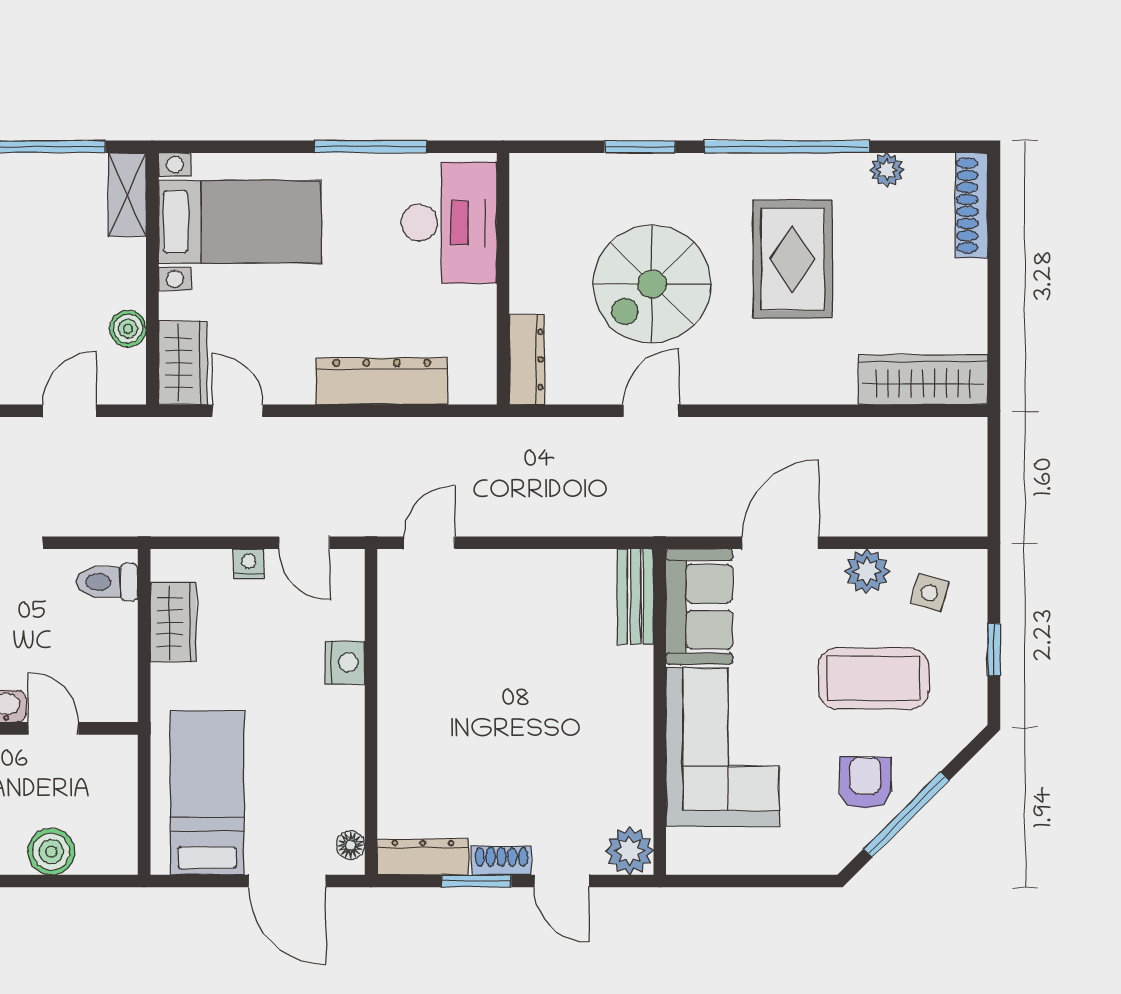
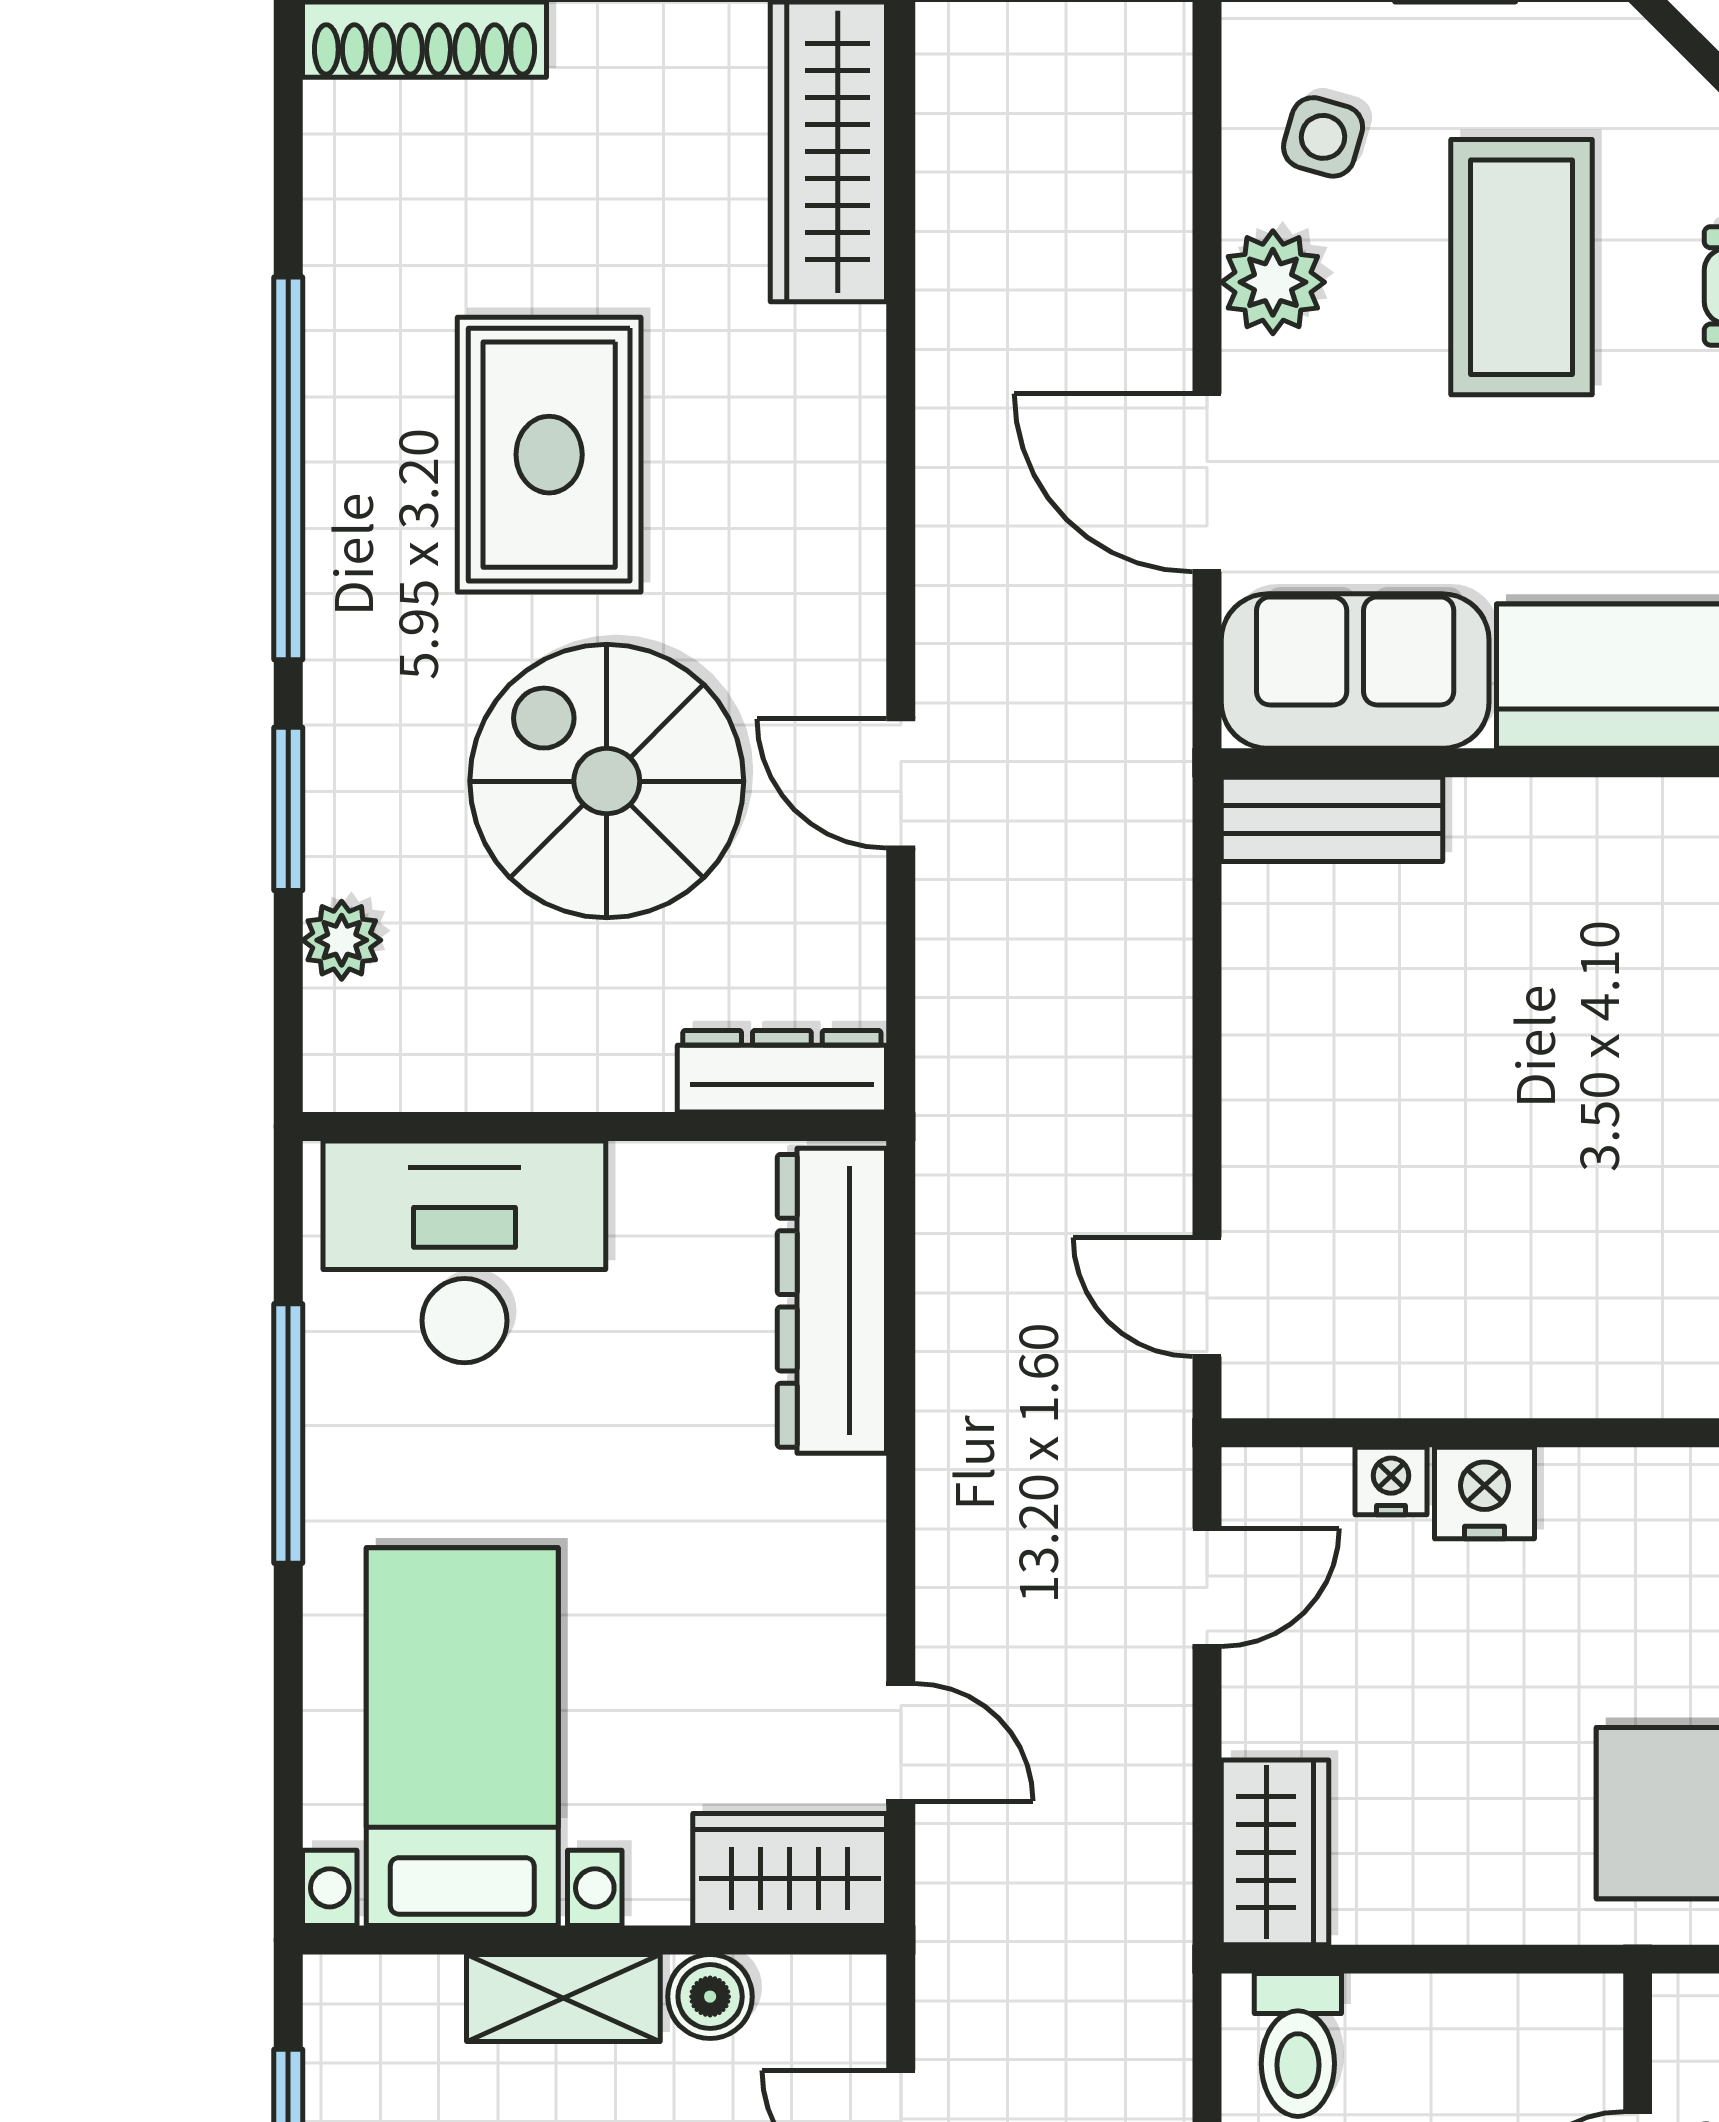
plant: (887, 170) -> (342, 940), moved
shelving: (127, 195) -> (563, 1998), moved
rug: (793, 259) -> (549, 455), turned 90
spiral stairs: (652, 284) -> (607, 781), turned 180
dresser: (382, 381) -> (832, 1301), moved
door: (238, 411) -> (901, 1742), swing flipped
nightstand: (249, 564) -> (1391, 1481), moved, turned 90
wardrobe: (173, 622) -> (1275, 1852), moved, turned 90

